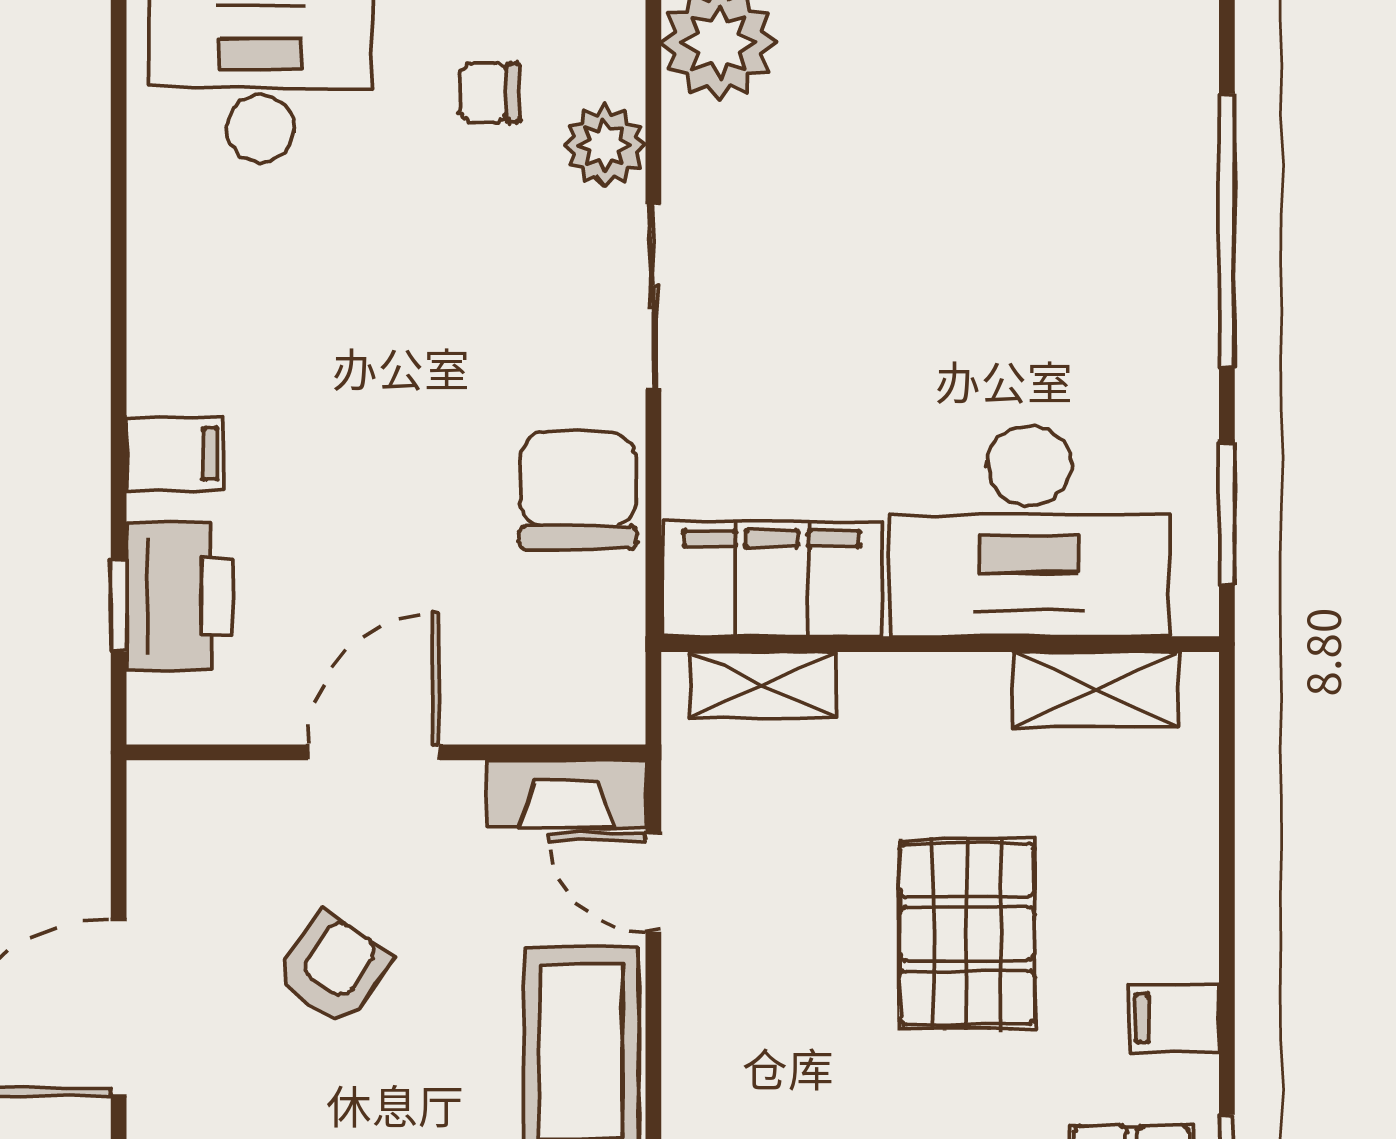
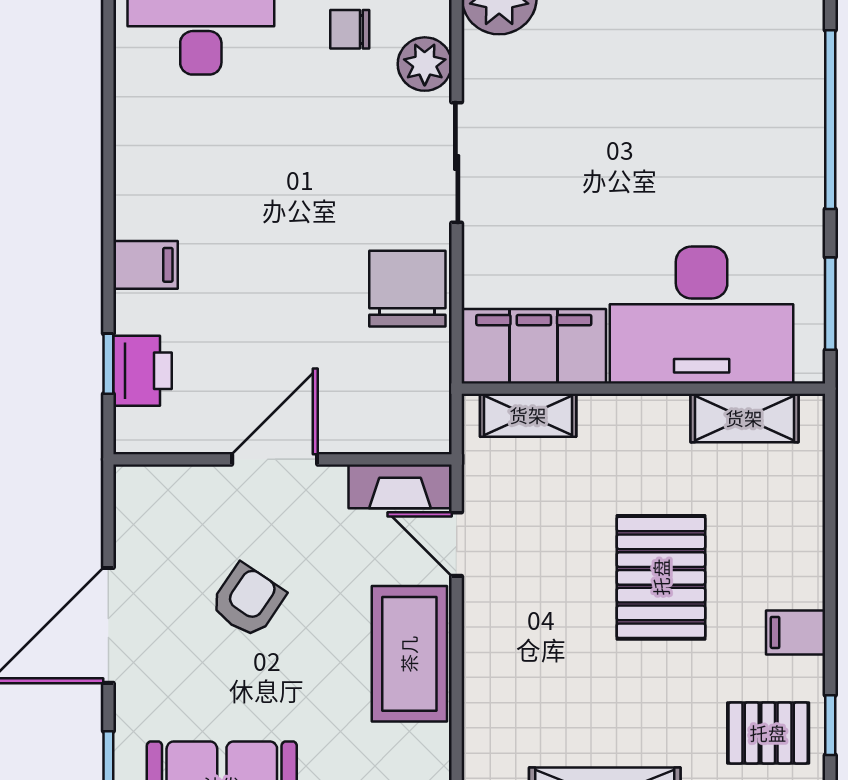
printer: (180, 596) -> (143, 371), width x0.73, depth x0.84

